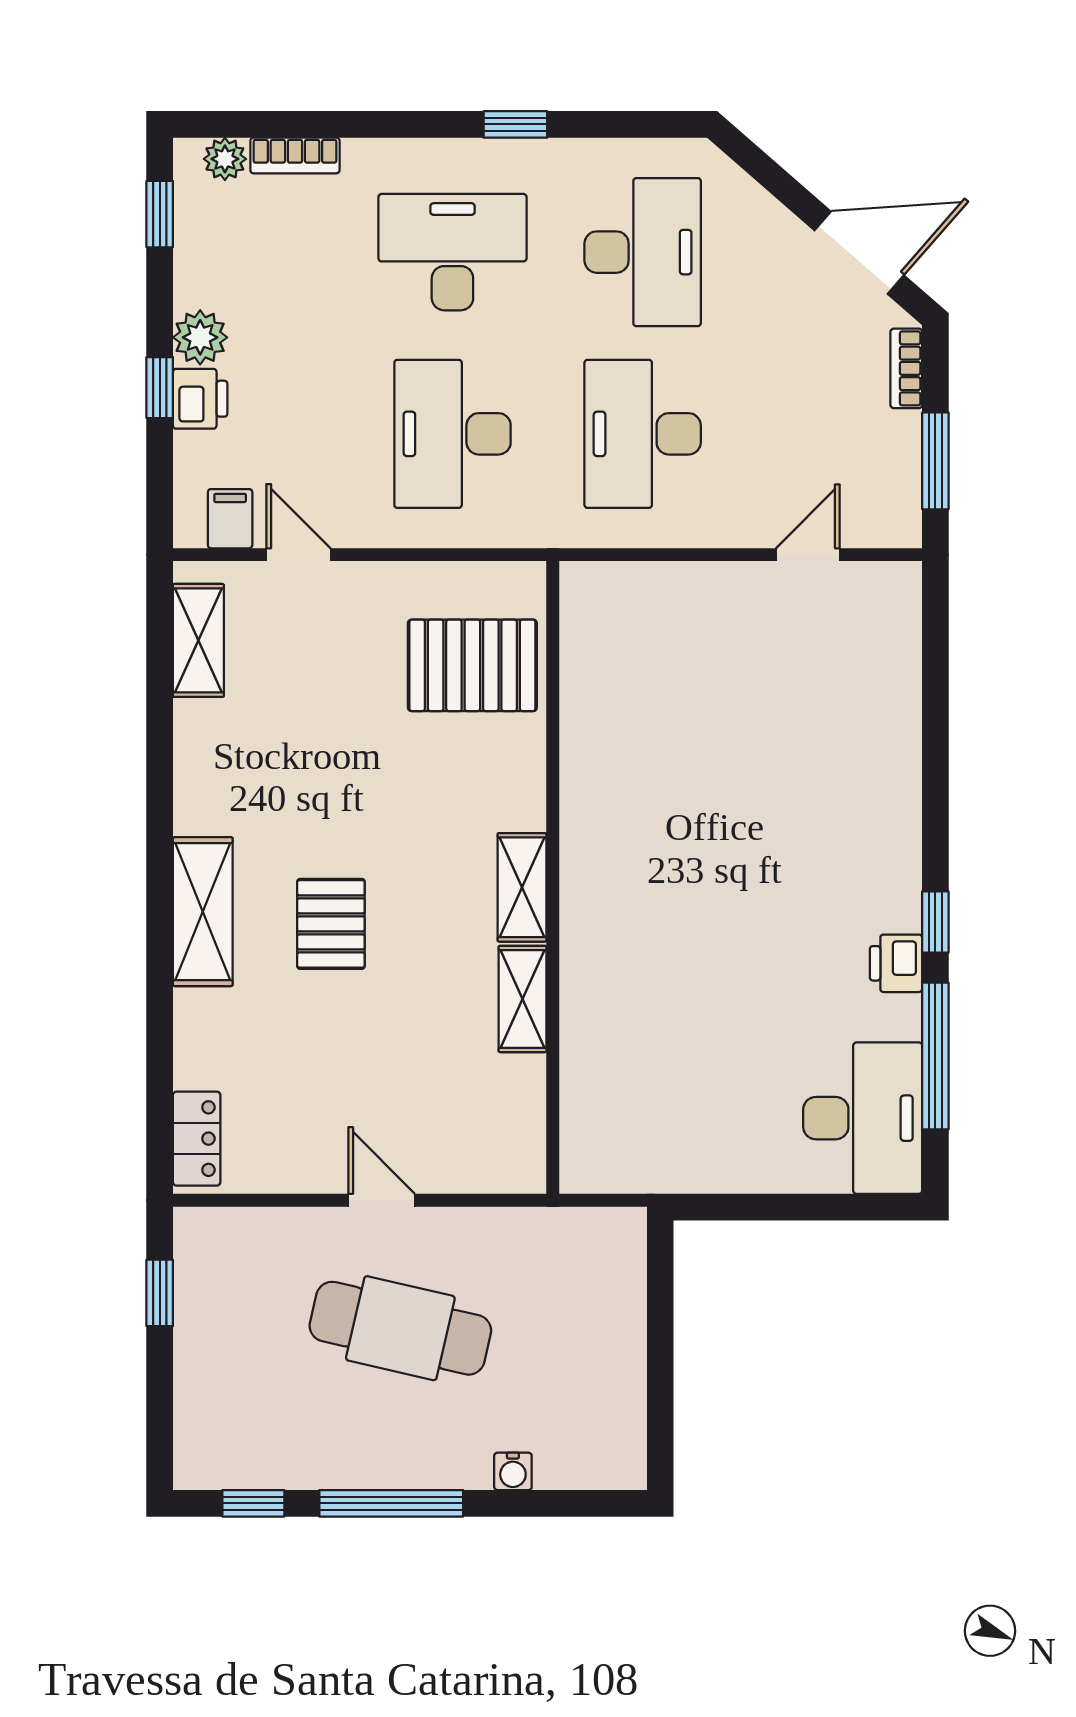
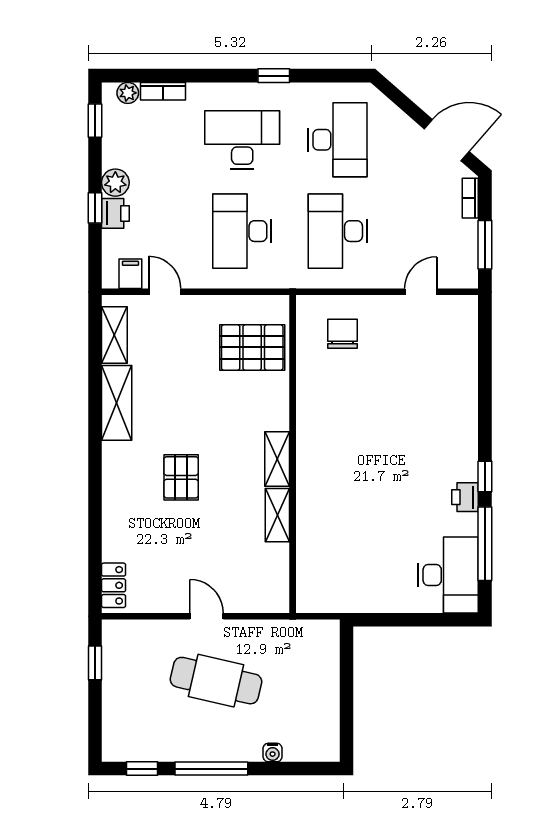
chair: (652, 638) -> (343, 334), added
shelving: (203, 912) -> (117, 403), moved

